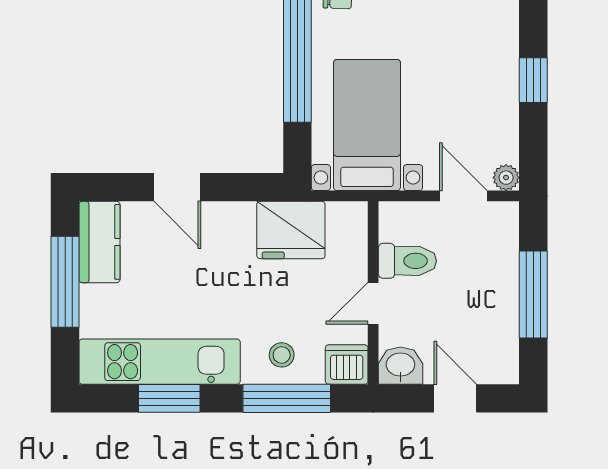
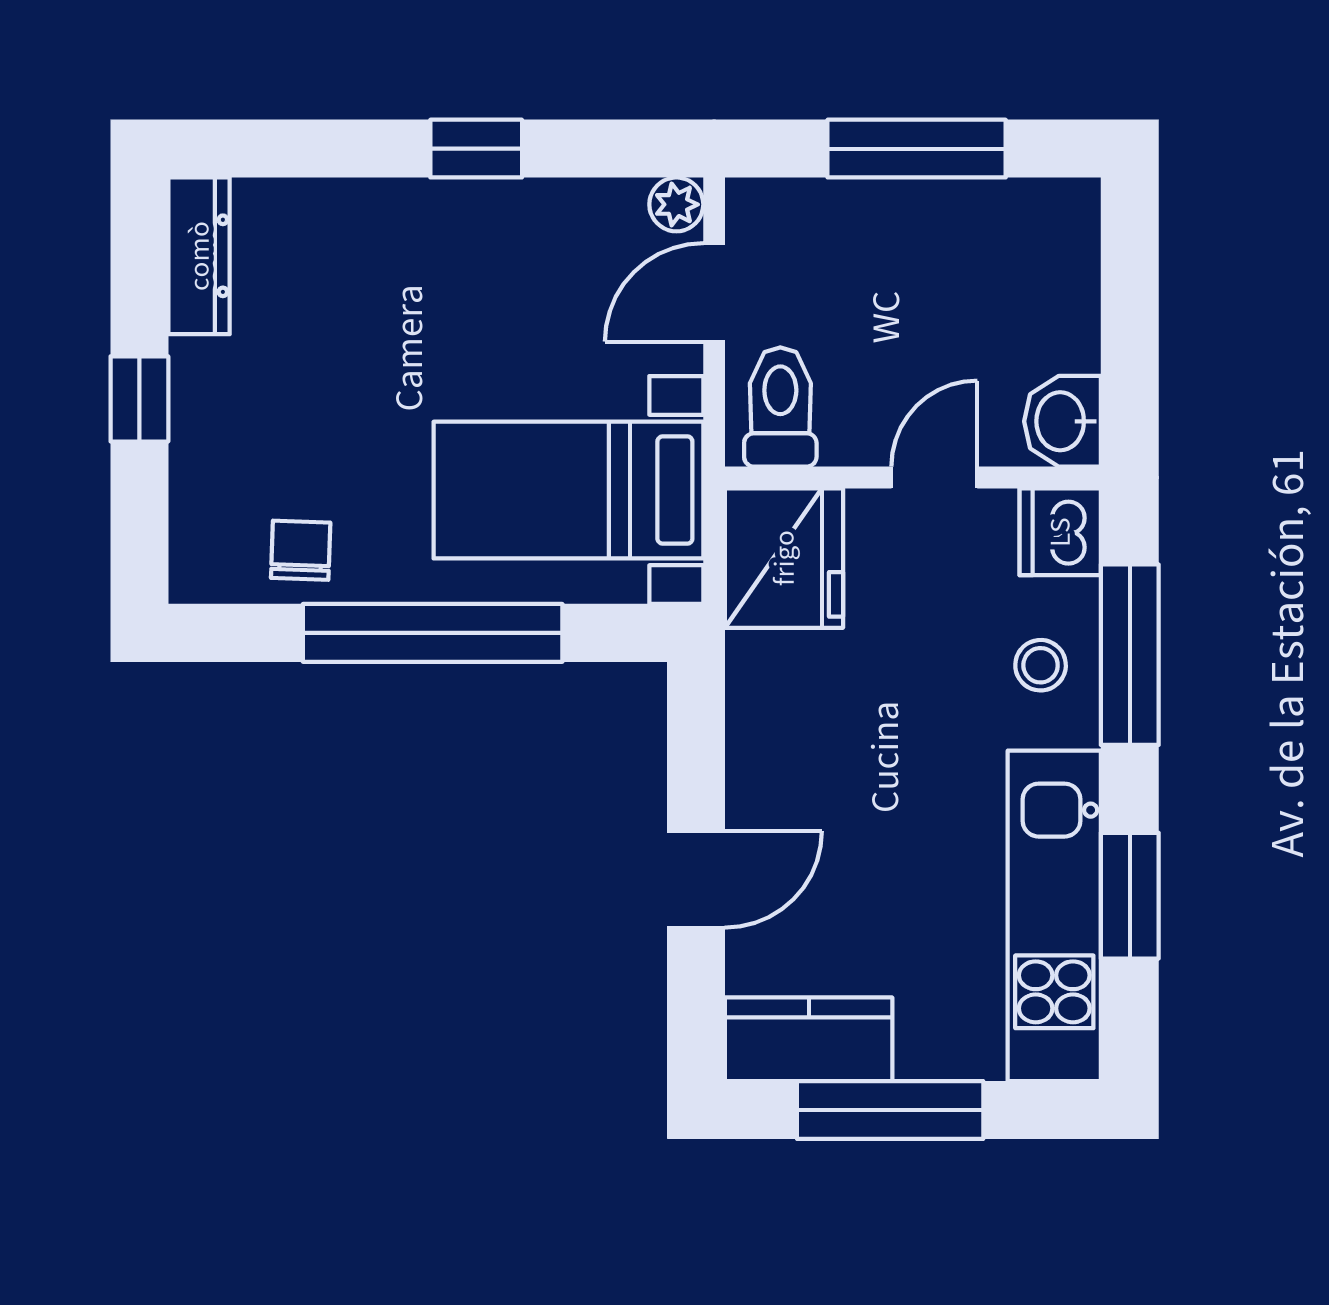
fridge: (291, 230) -> (784, 558), moved
toilet: (407, 261) -> (780, 407), moved
door: (373, 303) -> (934, 477), swing flipped
door: (455, 398) -> (1130, 309), removed

